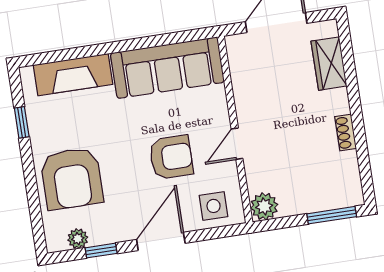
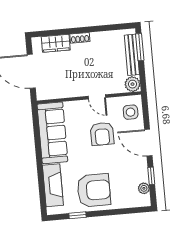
shoe rack: (346, 133) -> (80, 38), moved
armchair: (171, 157) -> (102, 134), turned 180
armchair: (72, 178) -> (94, 190), moved
bench: (317, 202) -> (132, 55), added

